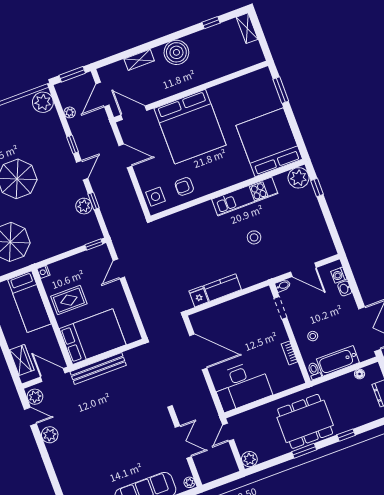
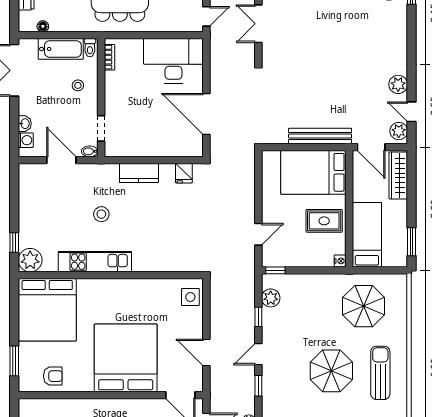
armchair: (184, 186) -> (53, 376), moved
plant: (84, 206) -> (271, 298), moved
kitchen counter: (223, 288) -> (139, 173), moved
bookcase: (289, 353) -> (109, 57), moved
wardrobe: (22, 360) -> (398, 175), width x1.50

